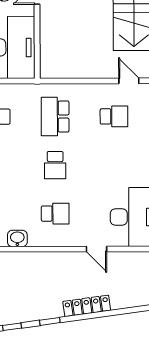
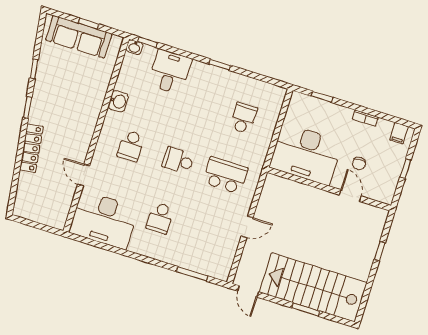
door: (129, 81) -> (247, 227), moved
school desk: (114, 116) -> (160, 218), moved
door: (96, 249) -> (84, 175), hinge flipped

